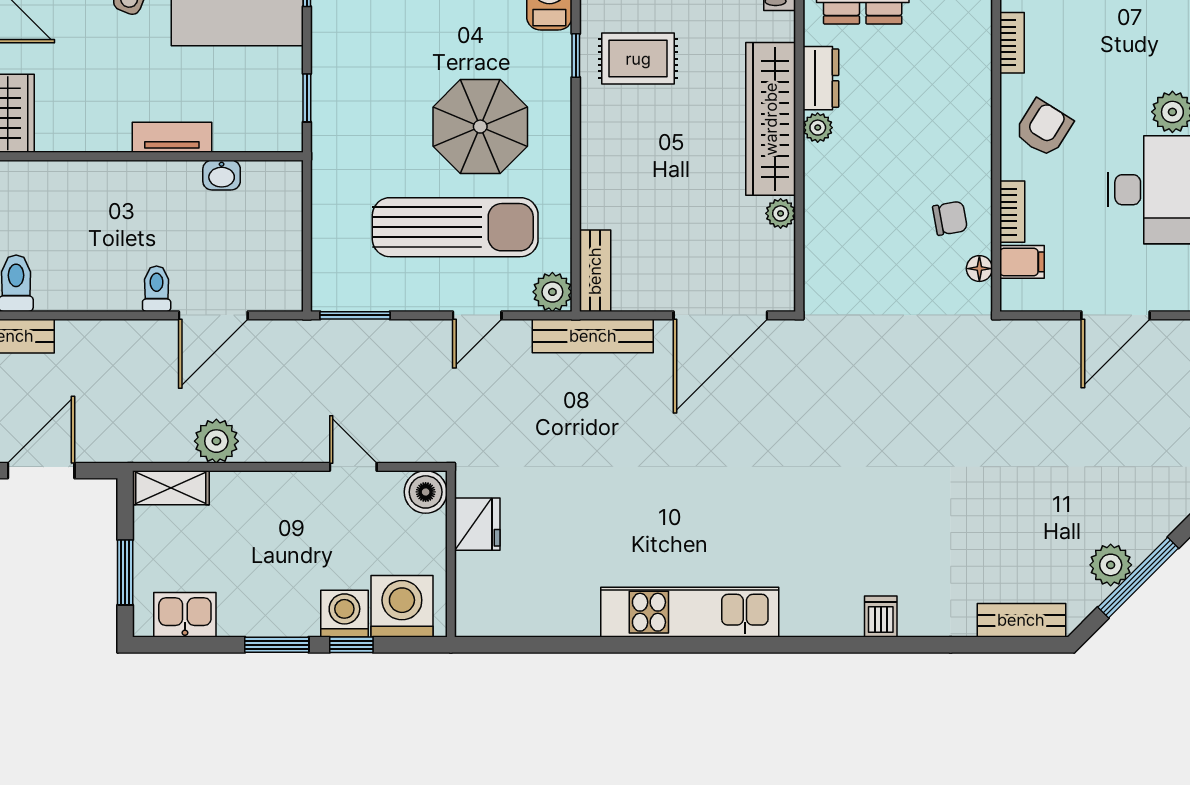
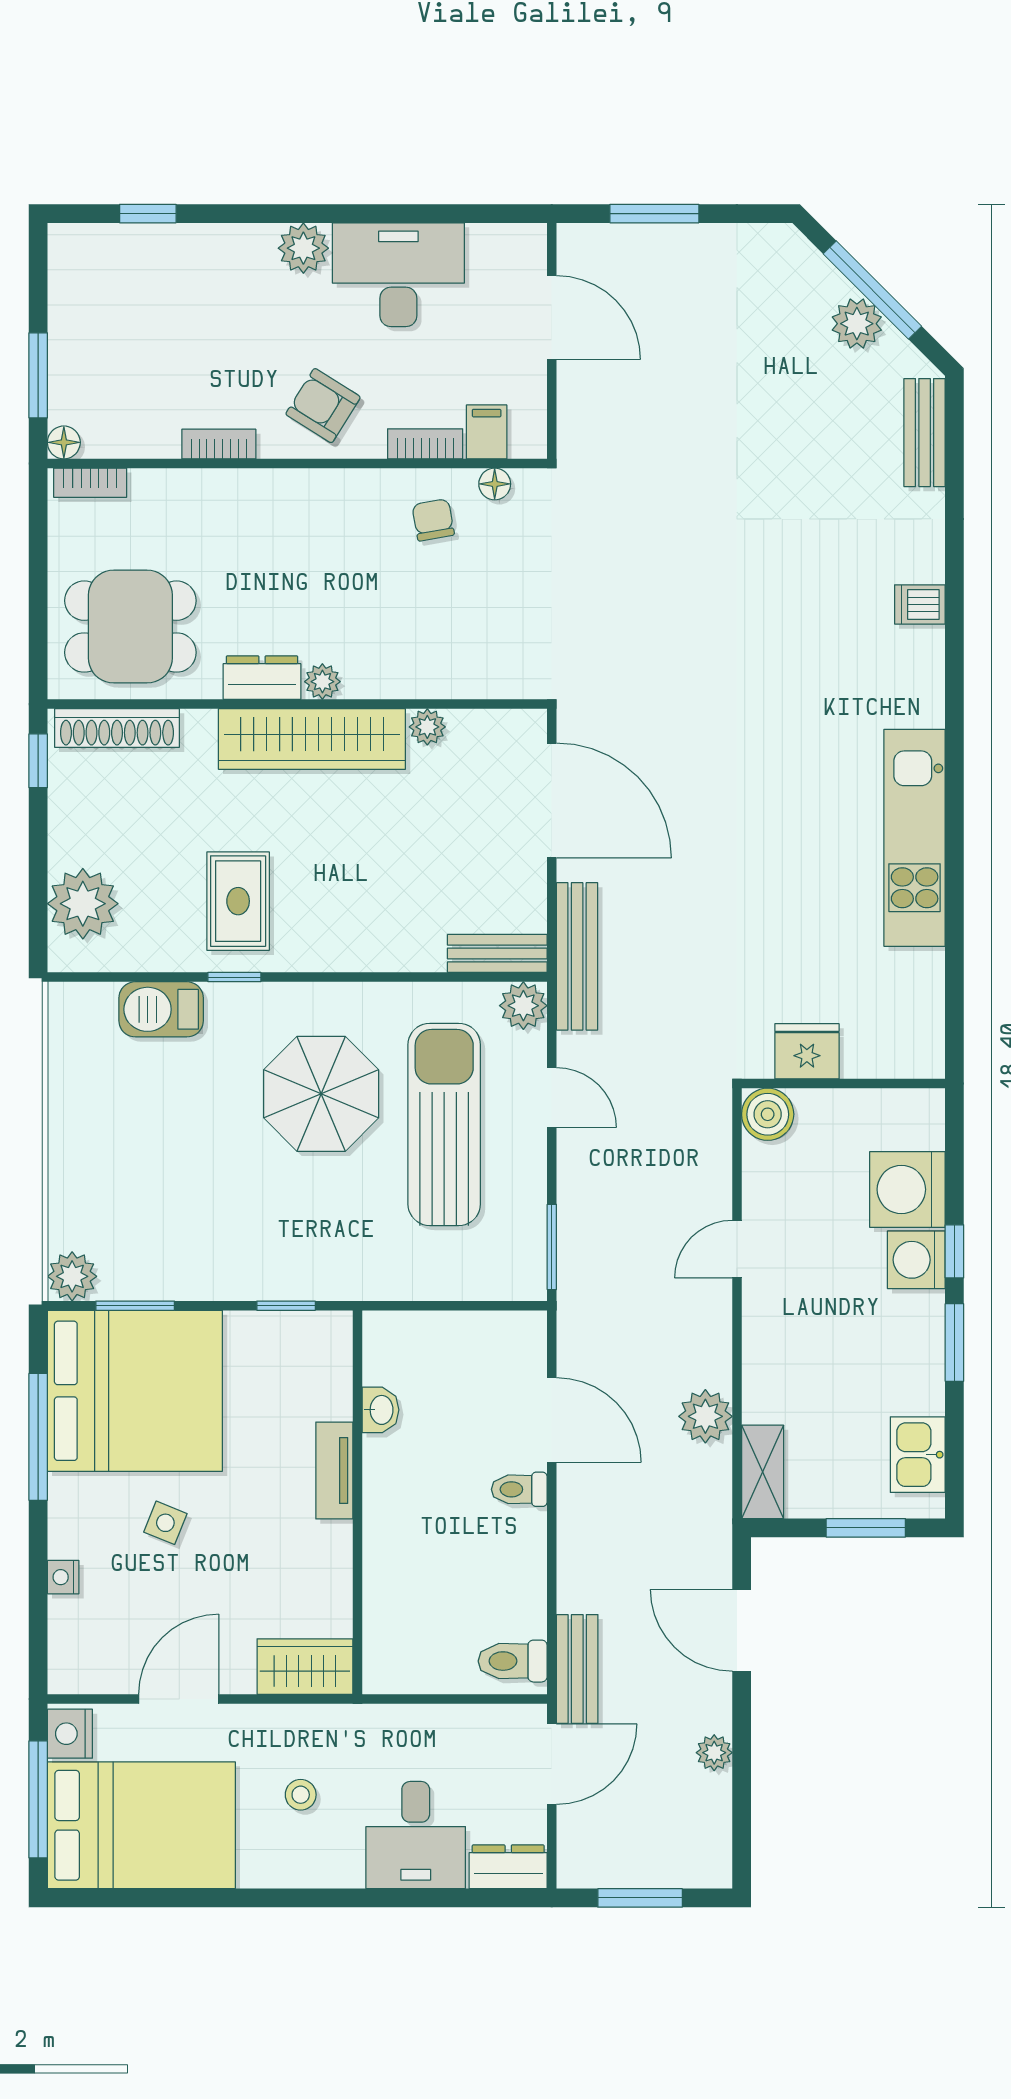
boiler: (426, 492) -> (768, 1114), moved
fridge: (477, 524) -> (807, 1051), moved
wall: (451, 554) -> (843, 1084), moved

